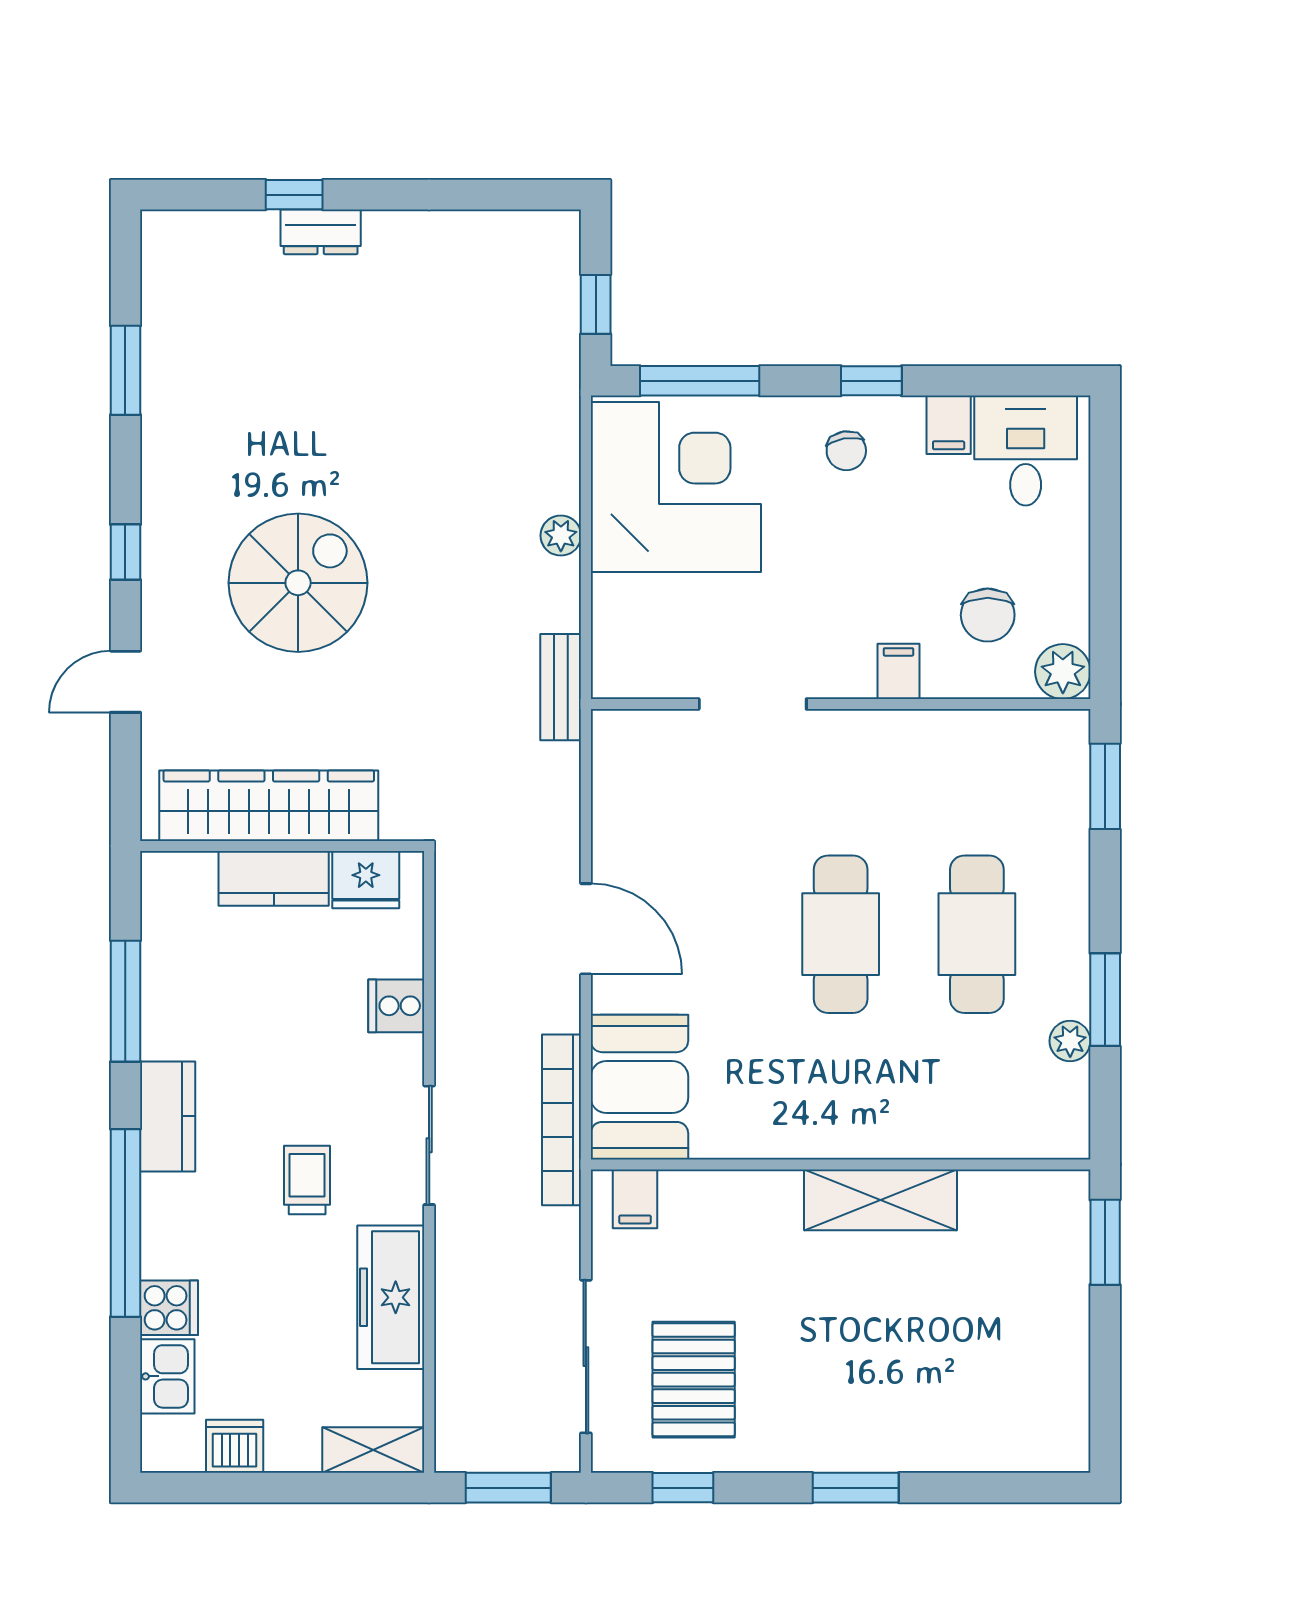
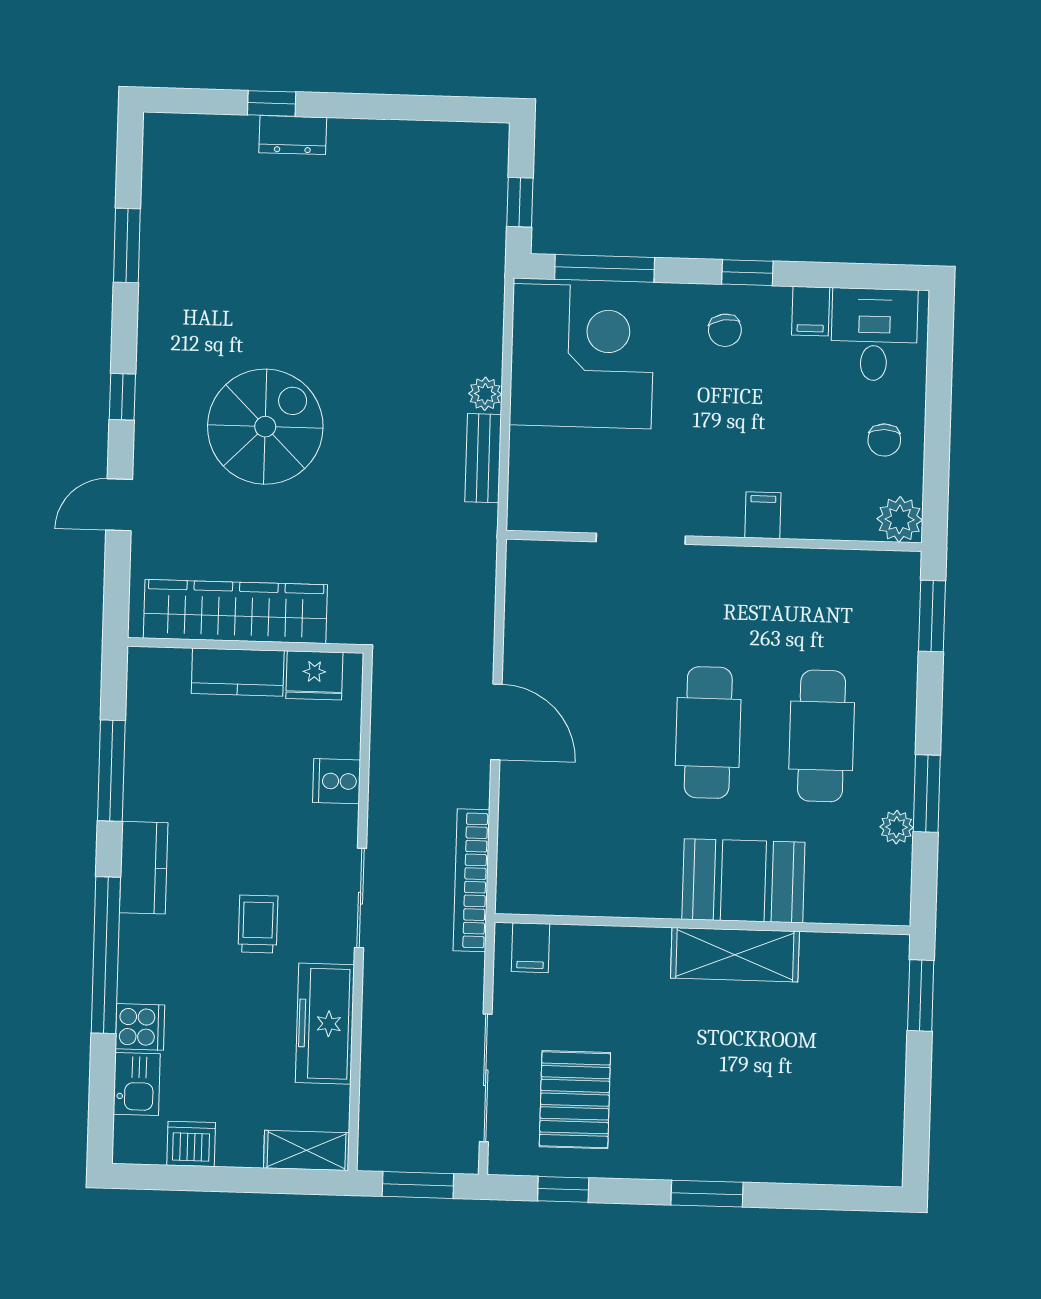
chair: (988, 615) -> (884, 440), moved, width x0.73, depth x0.73
bench: (561, 687) -> (483, 458), moved
booth: (639, 1087) -> (743, 881), moved, turned 90

